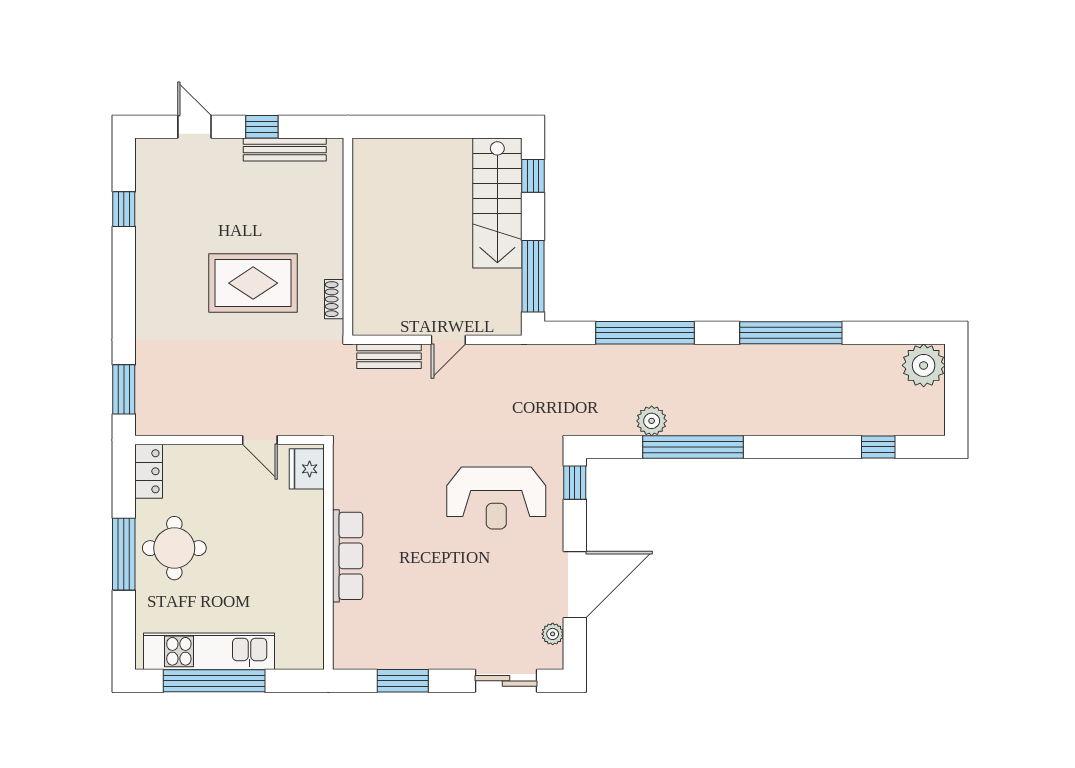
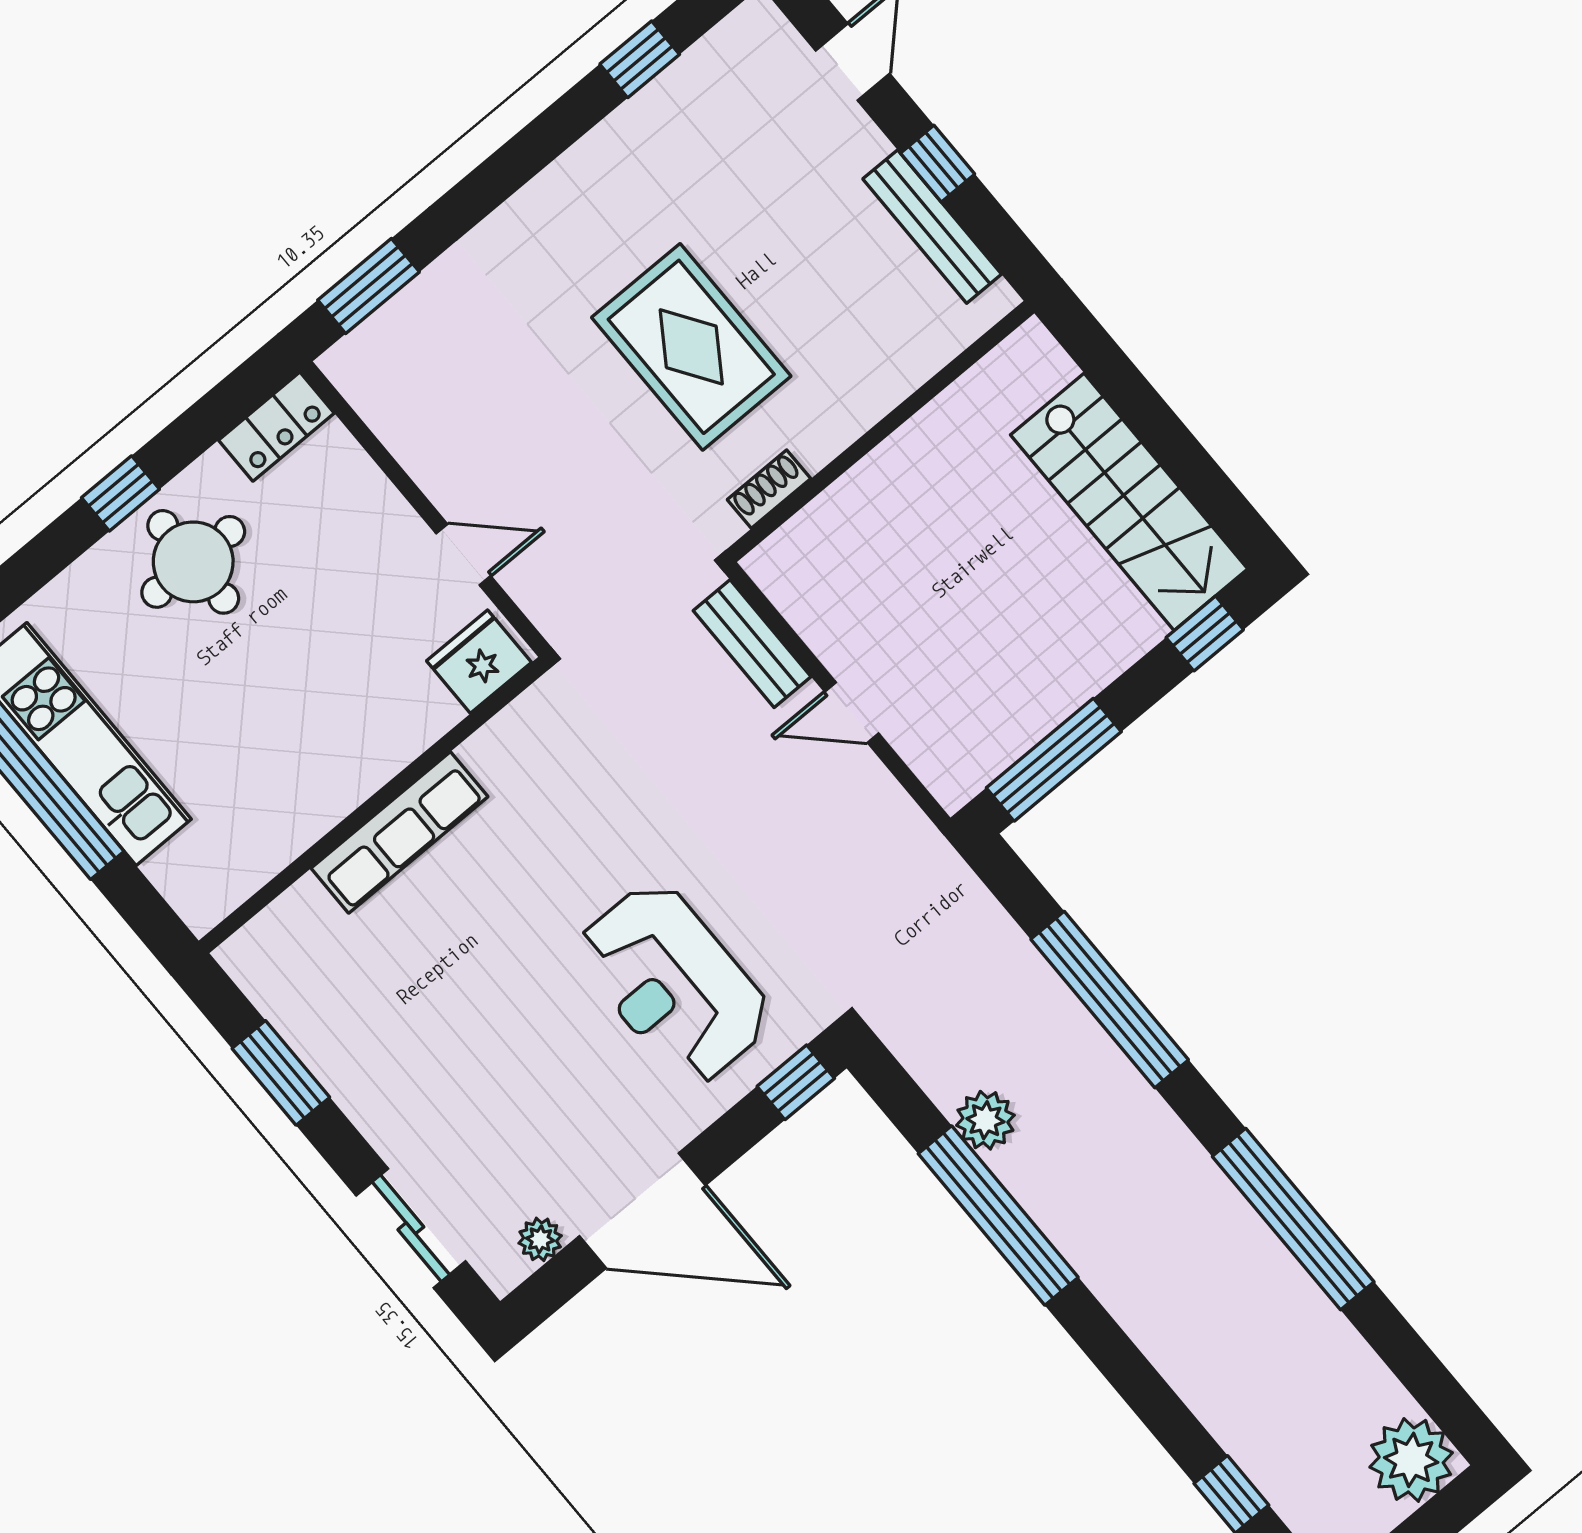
stairs: (497, 203) -> (1129, 502), moved, turned -90
door: (260, 440) -> (463, 555), swing flipped
window: (124, 554) -> (120, 493), width x0.46

